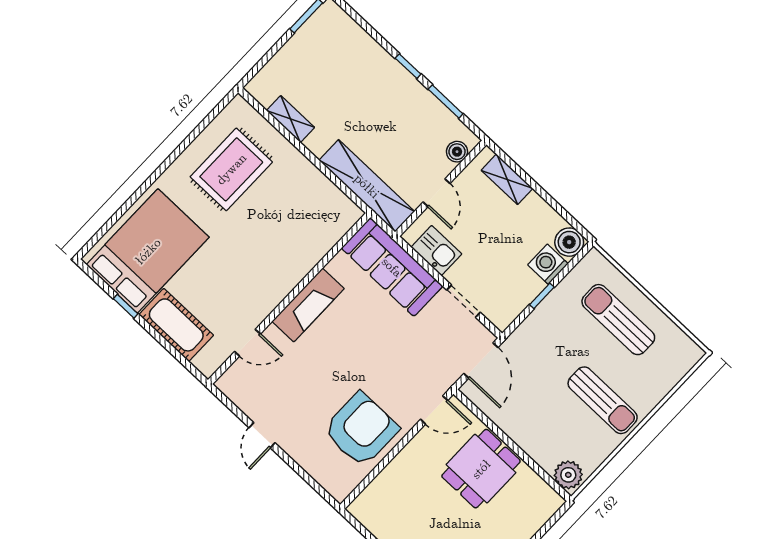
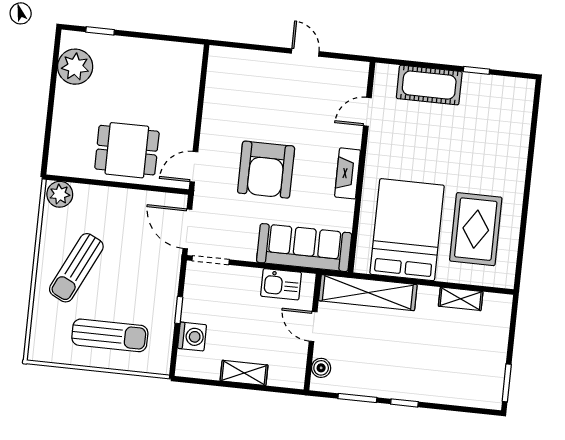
shelving: (507, 179) -> (244, 373), moved
boiler: (569, 242) -> (189, 364), removed
bed: (148, 251) -> (407, 230), moved, turned 180
doorway: (463, 301) -> (211, 260), moved
fireplace: (308, 305) -> (348, 173), width x0.73, depth x0.76
sun lounger: (603, 400) -> (76, 268), turned -64
armchair: (361, 430) -> (266, 170), moved
dining table: (481, 469) -> (127, 150), turned 90

